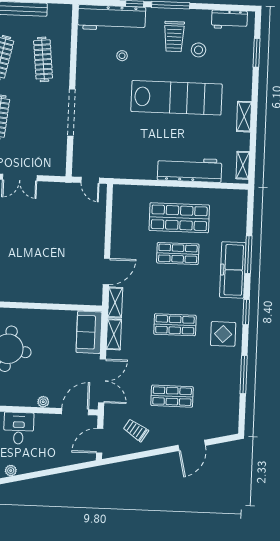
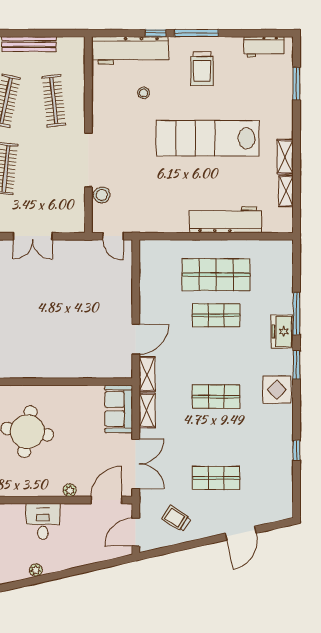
stool: (199, 50) -> (102, 195), moved
lab bench: (177, 98) -> (208, 138), turned 180
shelving: (243, 165) -> (286, 191), moved
freezer: (233, 270) -> (282, 332), width x0.52, depth x0.79
window: (246, 312) -> (296, 365), moved
display table: (223, 334) -> (277, 390), moved
window: (244, 375) -> (296, 450), width x0.46

